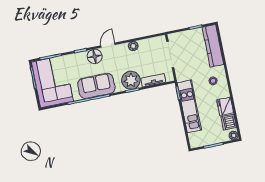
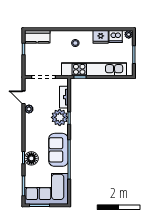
door: (108, 45) -> (23, 97), moved
kitchen counter: (213, 46) -> (37, 37), width x0.67
floor lamp: (95, 56) -> (31, 158), moved
kitchen unit: (189, 106) -> (94, 69), width x1.36

